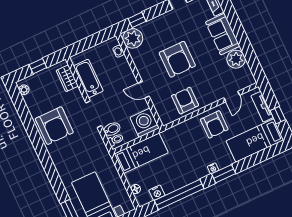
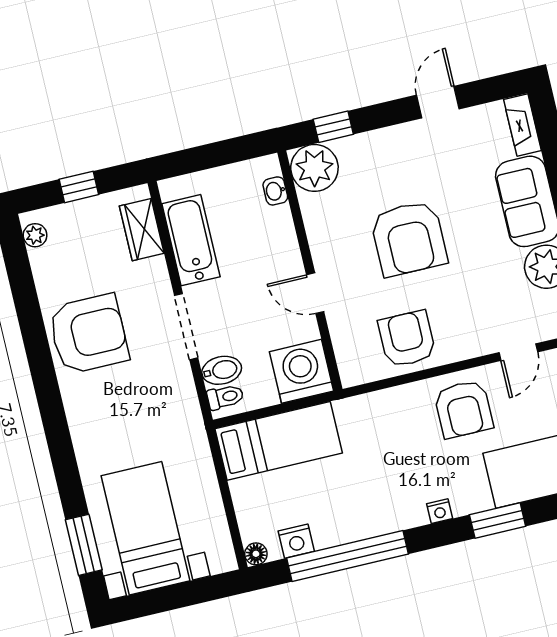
armchair: (54, 126) -> (89, 334), turned -90
window: (224, 174) -> (498, 520), moved
floor lamp: (136, 189) -> (256, 554), moved

